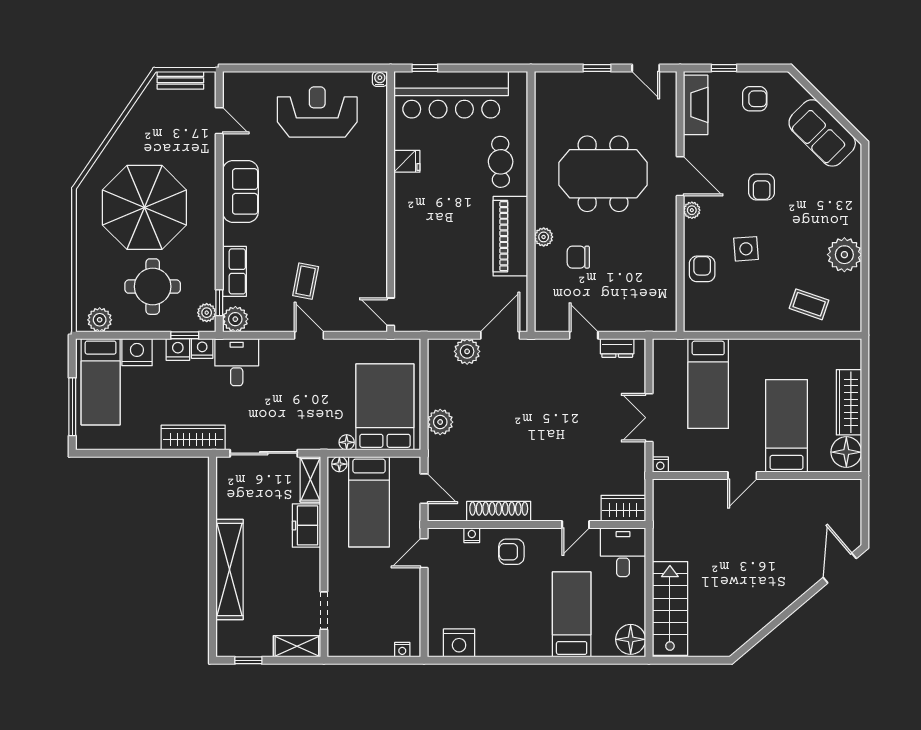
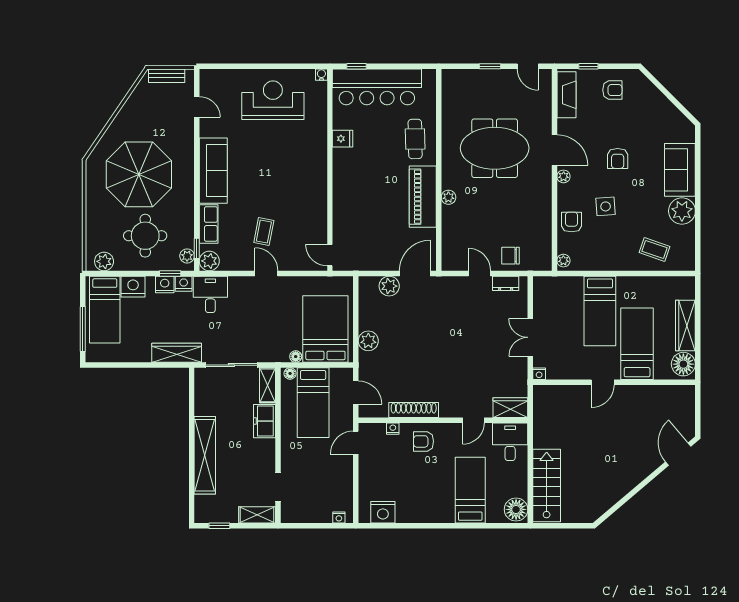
sofa: (822, 133) -> (680, 170), moved, turned 45
sofa: (240, 191) -> (213, 171), width x1.36
chair: (578, 257) -> (510, 256), moved
plant: (692, 319) -> (563, 261), added
bed: (708, 384) -> (600, 311), moved

